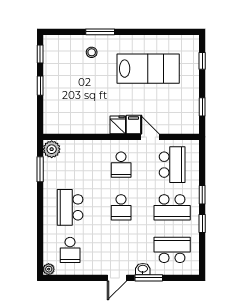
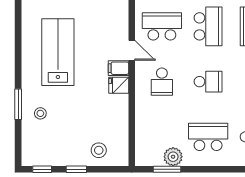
stool: (58, 106) -> (99, 150), added
door: (150, 137) -> (132, 50), swing flipped
plant: (52, 149) -> (173, 157), moved
school desk: (121, 165) -> (162, 82), turned 90
school desk: (70, 207) -> (208, 137), turned 180

